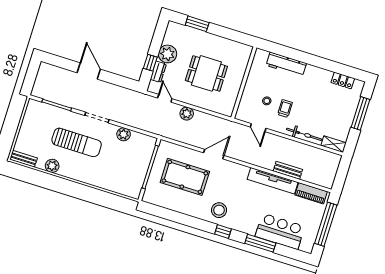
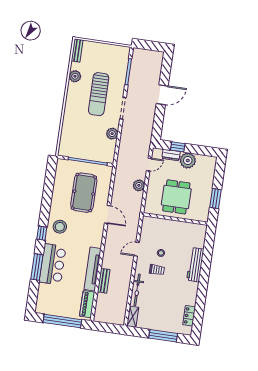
window: (197, 24) -> (216, 198), moved
wall: (244, 83) -> (175, 219), moved
bar counter: (280, 231) -> (53, 264), moved

